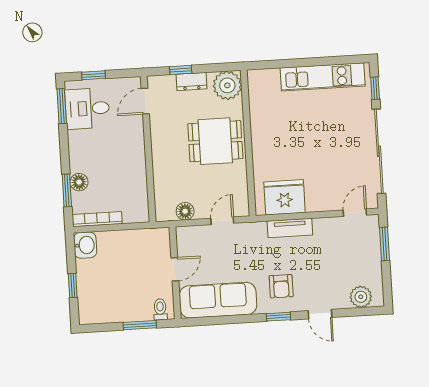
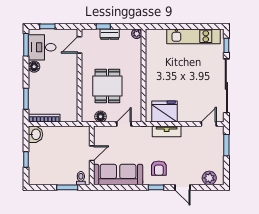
plant: (227, 85) -> (137, 34), width x0.53, depth x0.53
dining table: (215, 141) -> (107, 86), moved, turned 90
floor lamp: (79, 182) -> (34, 67), moved

